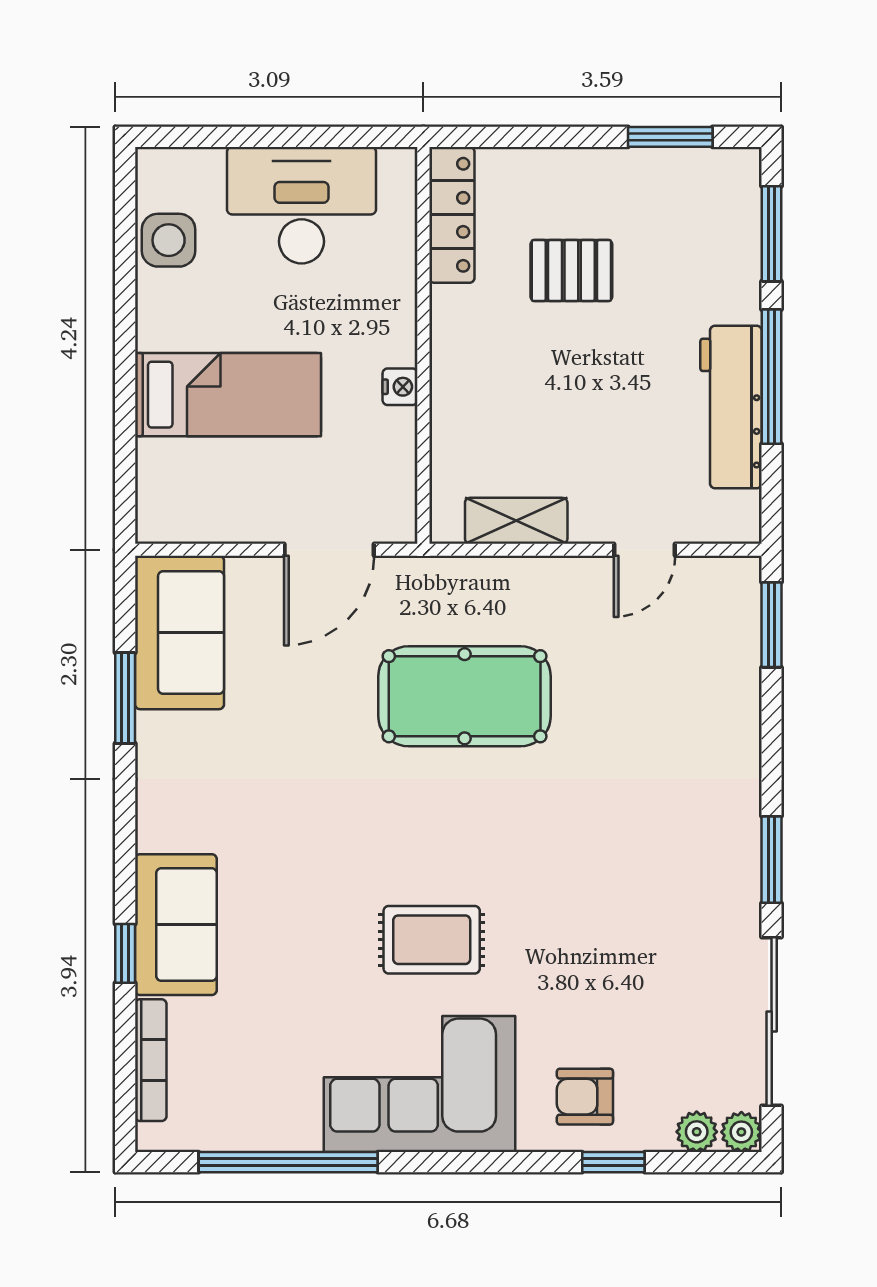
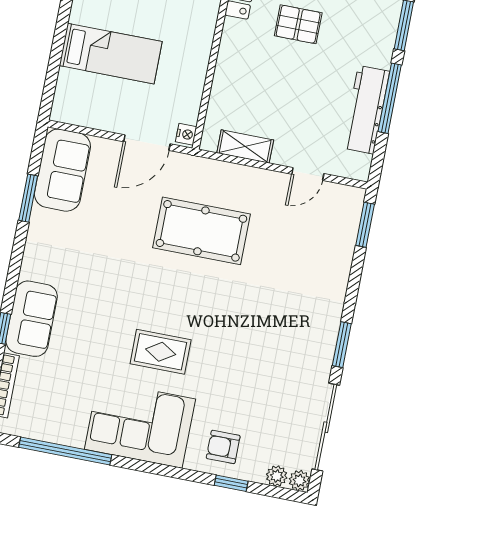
nightstand: (400, 387) -> (186, 134), moved

